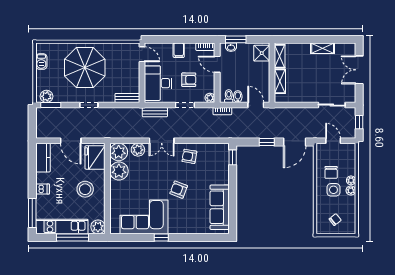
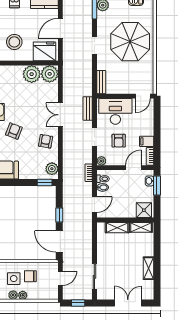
filing cabinet: (179, 50) -> (147, 141), moved
plant: (138, 150) -> (52, 169), moved

